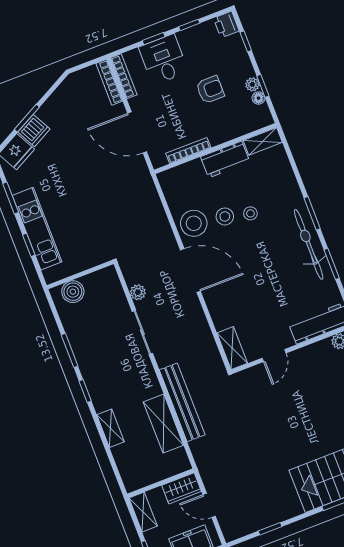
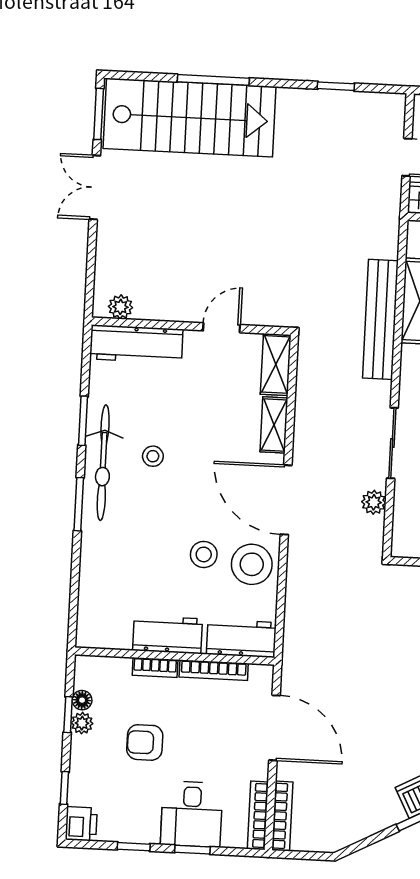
bookcase: (224, 137) -> (155, 667), added
shelving: (263, 141) -> (274, 425), moved, turned 90
workbench: (180, 177) -> (241, 638), added
stool: (250, 213) -> (153, 456), moved

